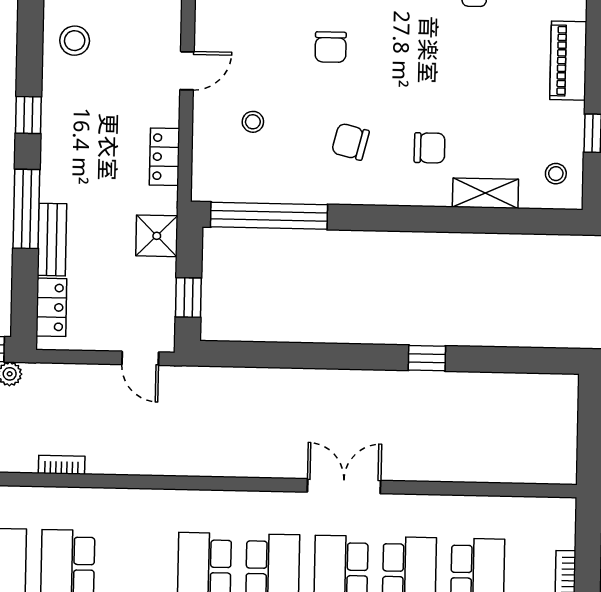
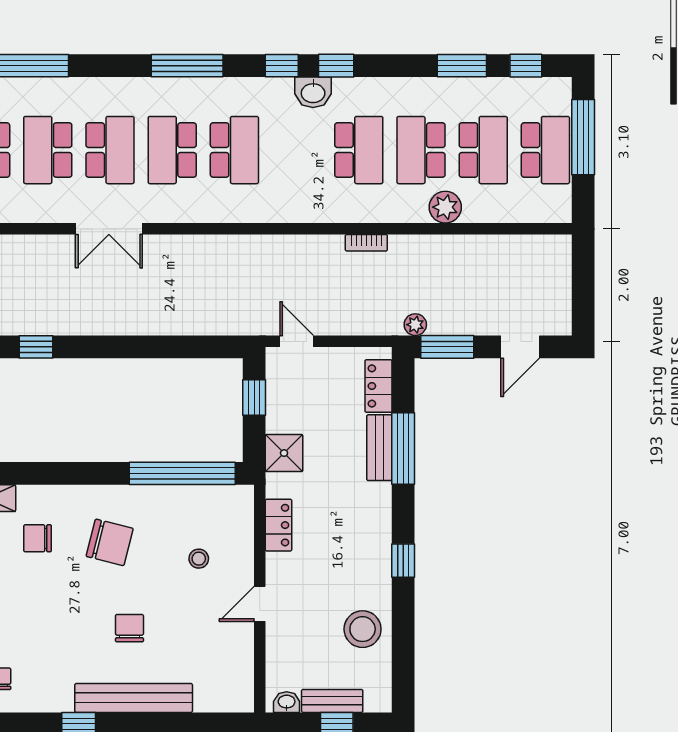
stool: (75, 41) -> (363, 629), width x1.38, depth x1.38
chair: (350, 142) -> (110, 542), width x1.37, depth x1.37
window: (26, 209) -> (403, 449), moved

